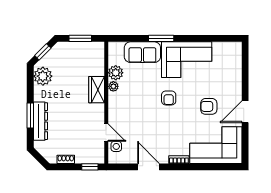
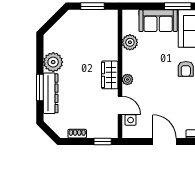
window: (43, 52) -> (53, 20), removed
plant: (43, 76) -> (53, 62), moved
plant: (113, 86) -> (127, 79), moved
wardrobe: (97, 90) -> (110, 75), moved

